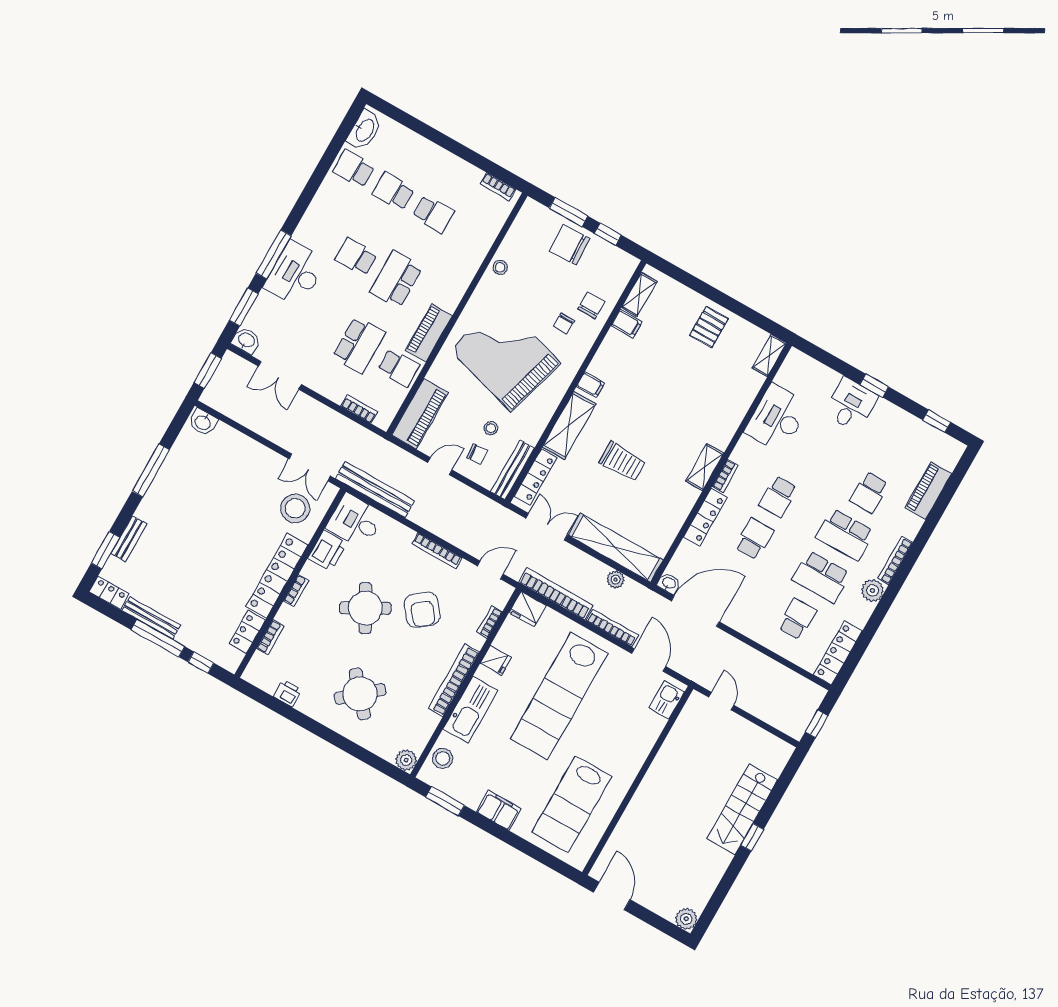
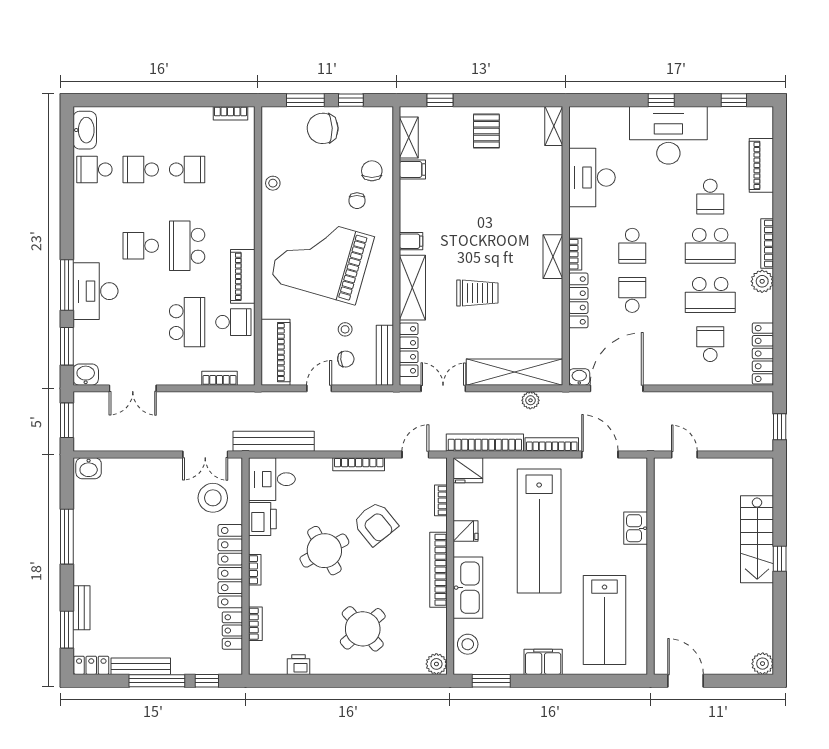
window: (684, 278) -> (440, 100), added
desk: (851, 405) -> (668, 135), width x1.87, depth x1.30
kitchen sink: (667, 700) -> (636, 528), moved

